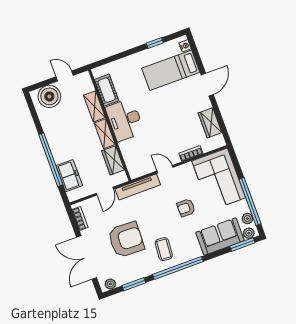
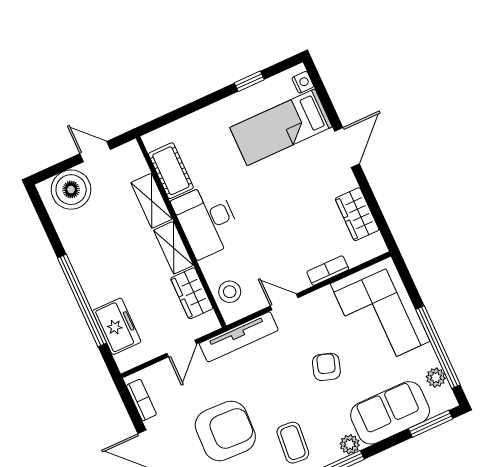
stool: (135, 161) -> (230, 292), added
armchair: (186, 208) -> (326, 367), turned 108
plant: (249, 233) -> (350, 444), moved

